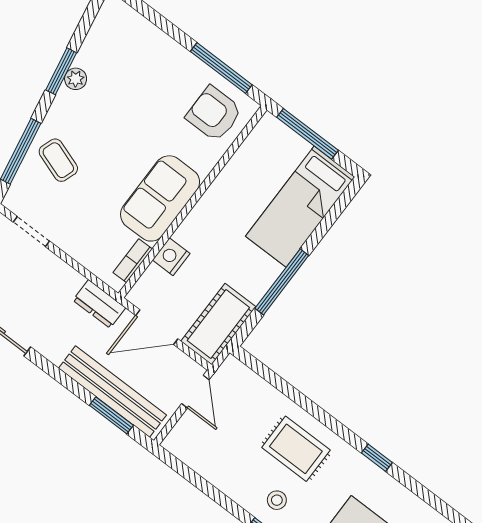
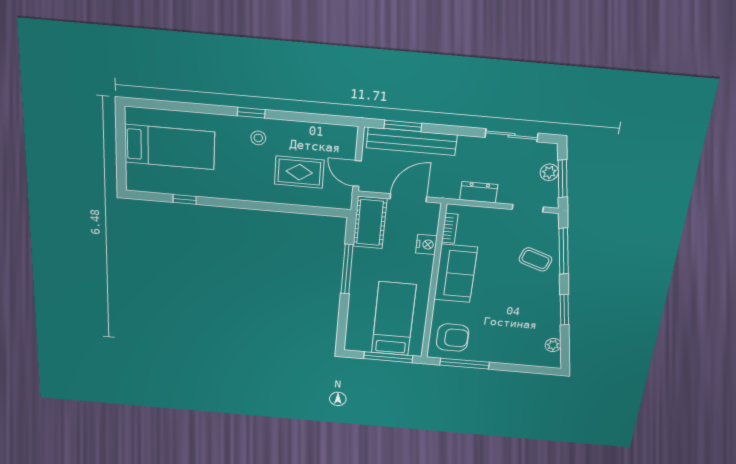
plant: (76, 79) -> (553, 345), moved
bed: (300, 207) -> (394, 319), moved
dresser: (99, 304) -> (479, 192), moved
rug: (296, 449) -> (299, 172), moved
window: (377, 458) -> (185, 199), moved

